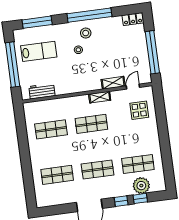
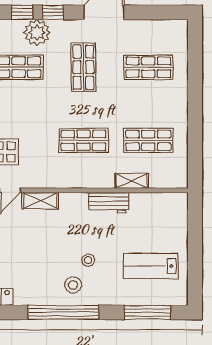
window: (13, 65) -> (195, 251), removed
workbench: (42, 91) -> (109, 203), moved
shelving: (100, 97) -> (132, 181), moved
shop shelf: (98, 169) -> (83, 67), turned 90
plant: (141, 186) -> (37, 33), moved

